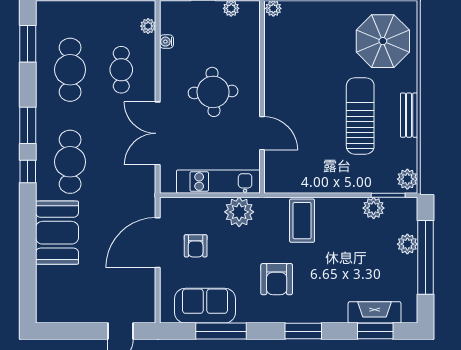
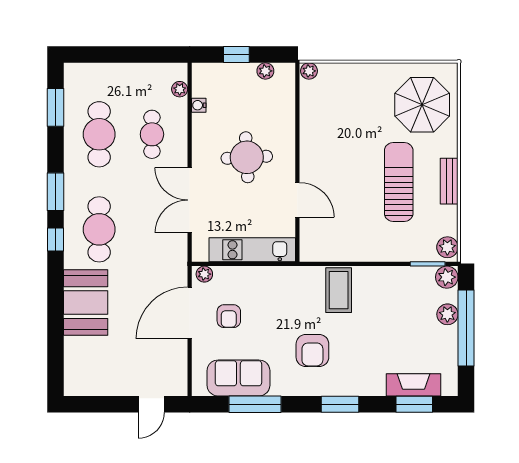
plant: (374, 208) -> (447, 277), moved
plant: (239, 212) -> (204, 274), moved, width x0.53, depth x0.53

